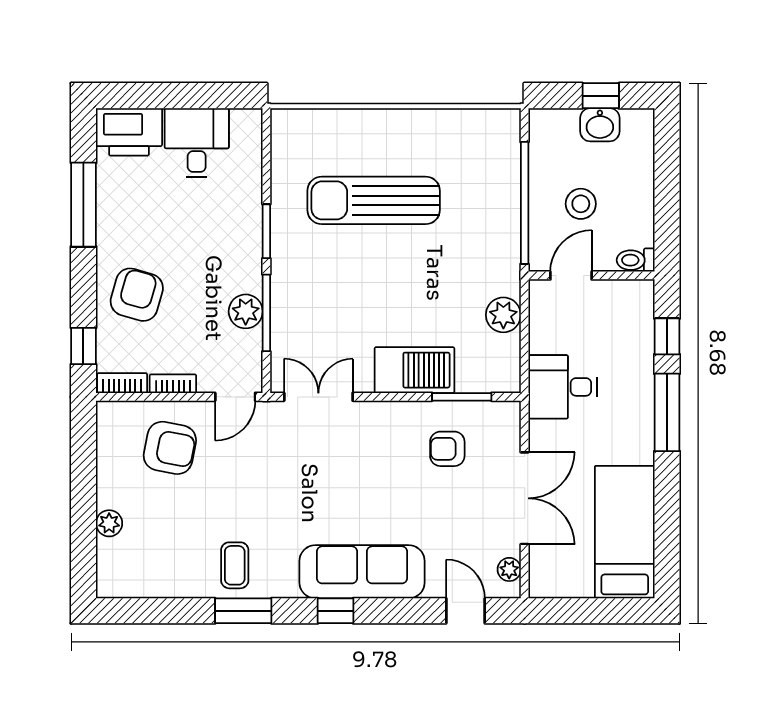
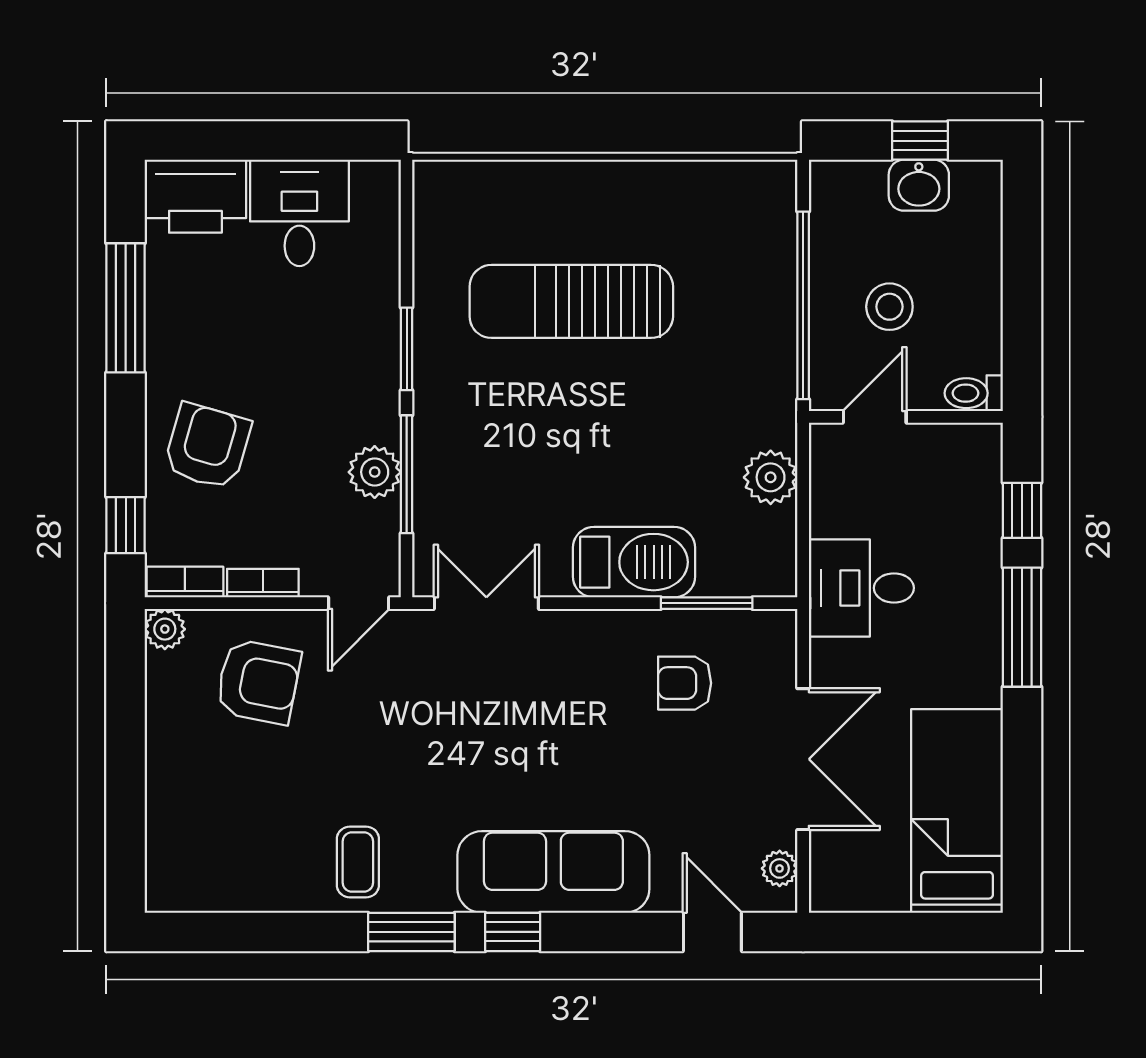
plant: (109, 523) -> (165, 629), moved
window: (243, 611) -> (411, 932), moved

